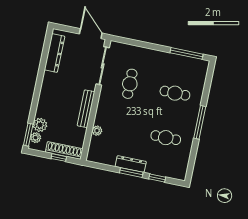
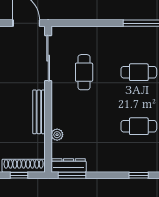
dresser: (131, 164) -> (69, 165), moved
window: (131, 173) -> (72, 175), moved

